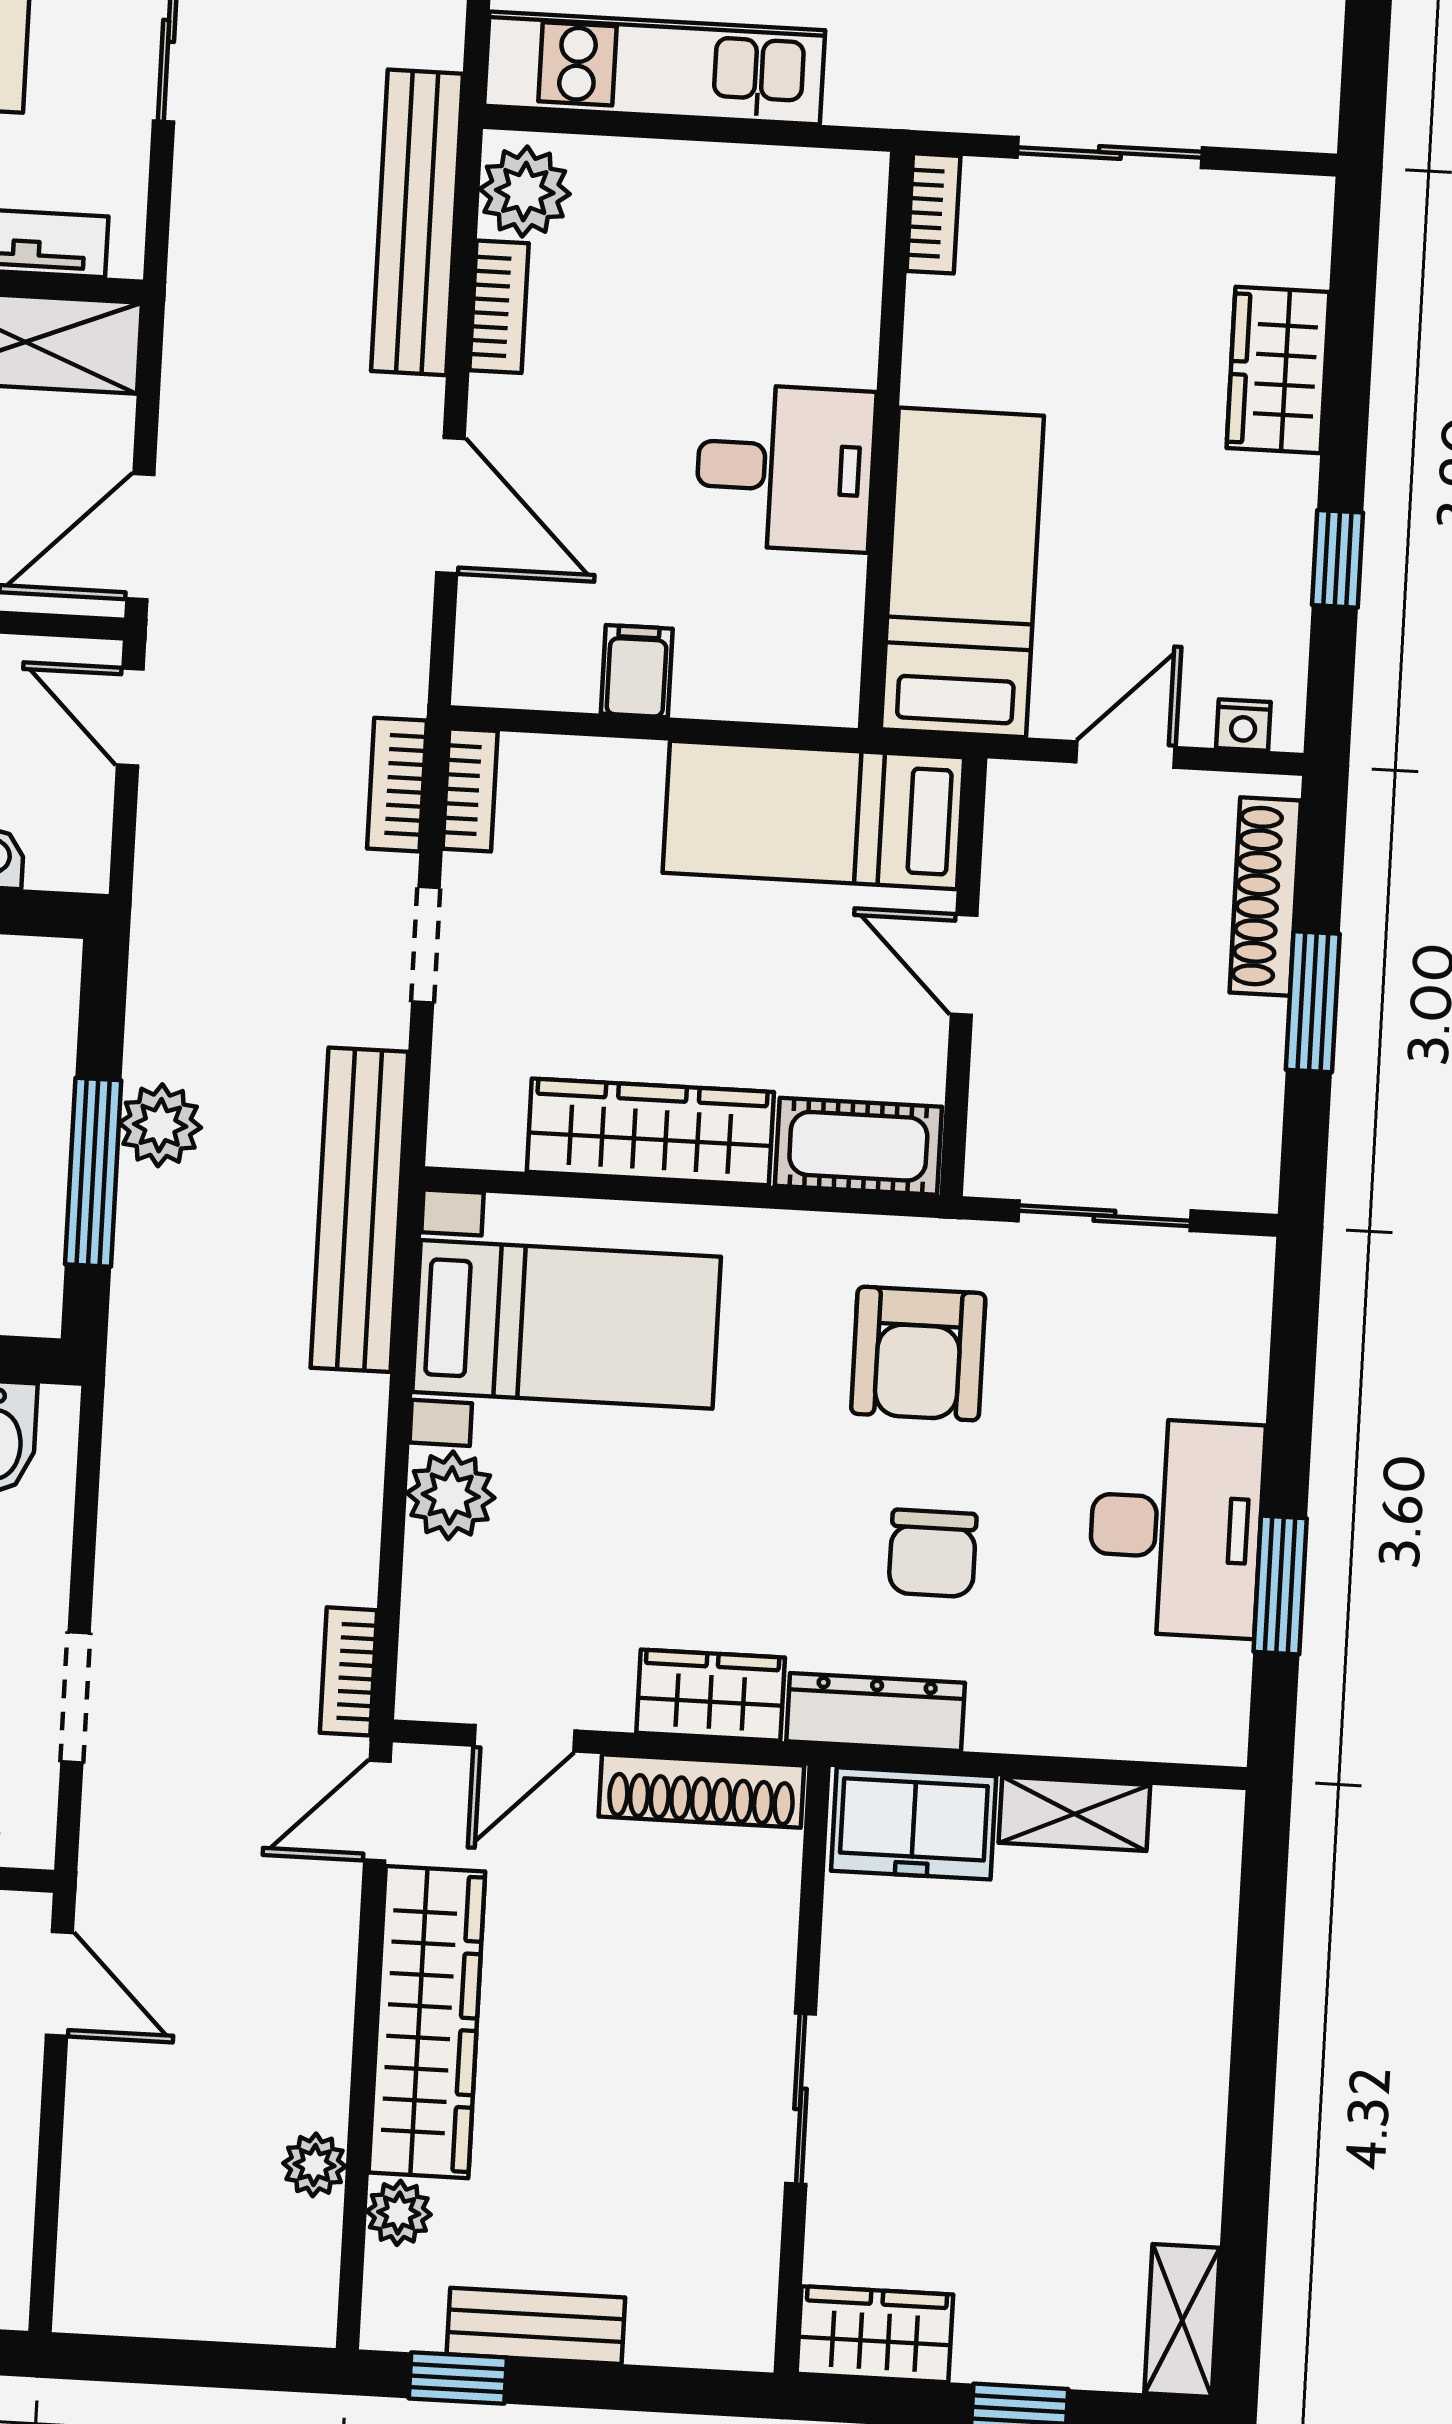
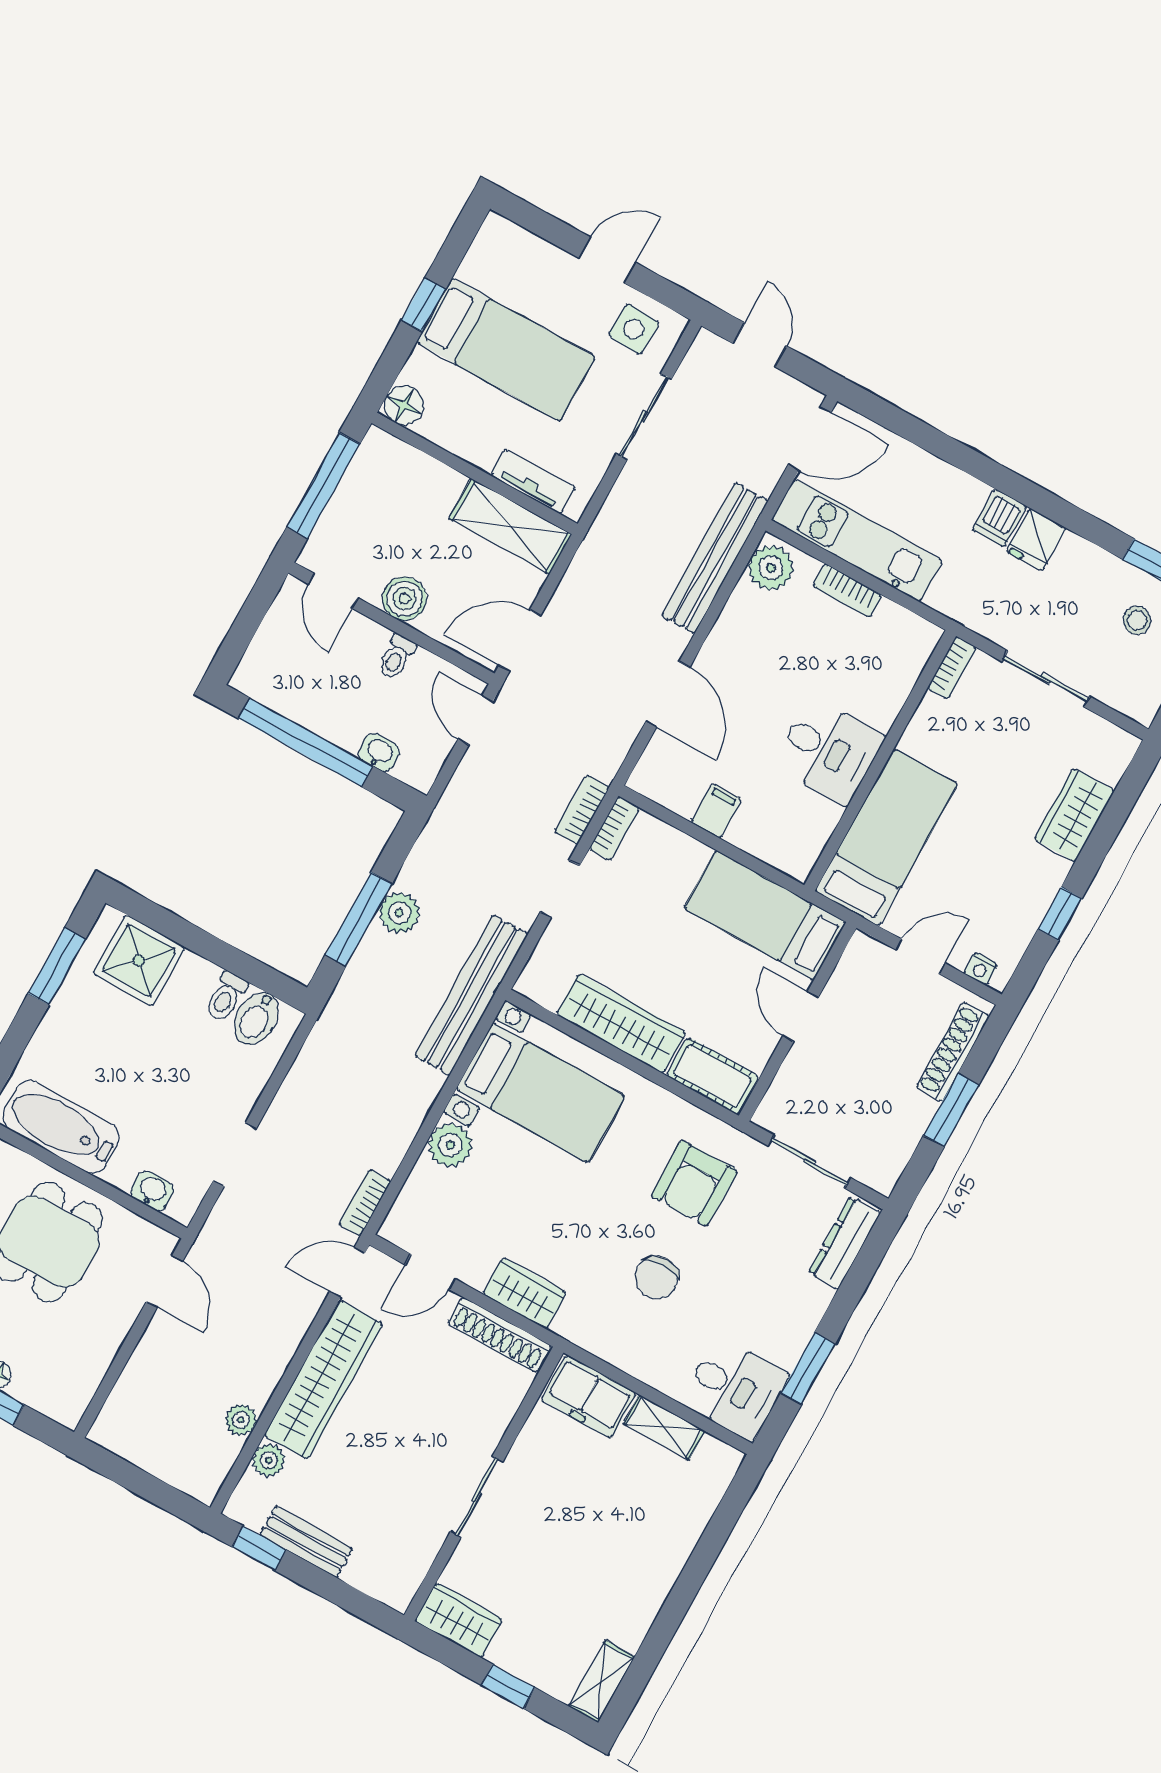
bookcase: (499, 307) -> (847, 591), moved, turned 90
desk: (1176, 1528) -> (735, 1389), moved, width x0.73
dresser: (876, 1712) -> (844, 1243), moved, turned -90

